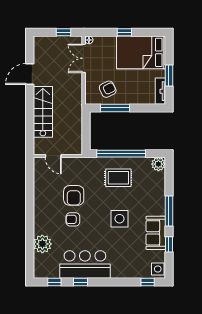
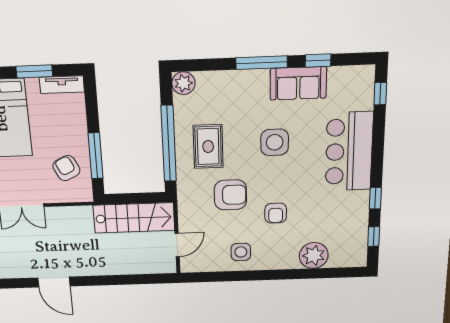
stairs: (43, 112) -> (134, 218), moved, turned 180
armchair: (74, 195) -> (230, 195), moved
bar counter: (85, 265) -> (349, 152), moved
side table: (158, 269) -> (241, 252), moved

